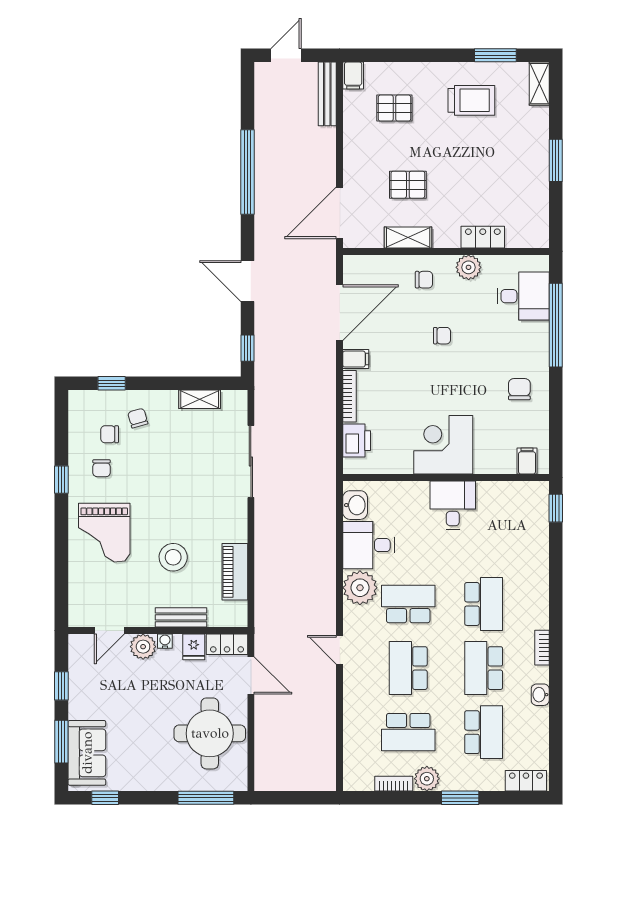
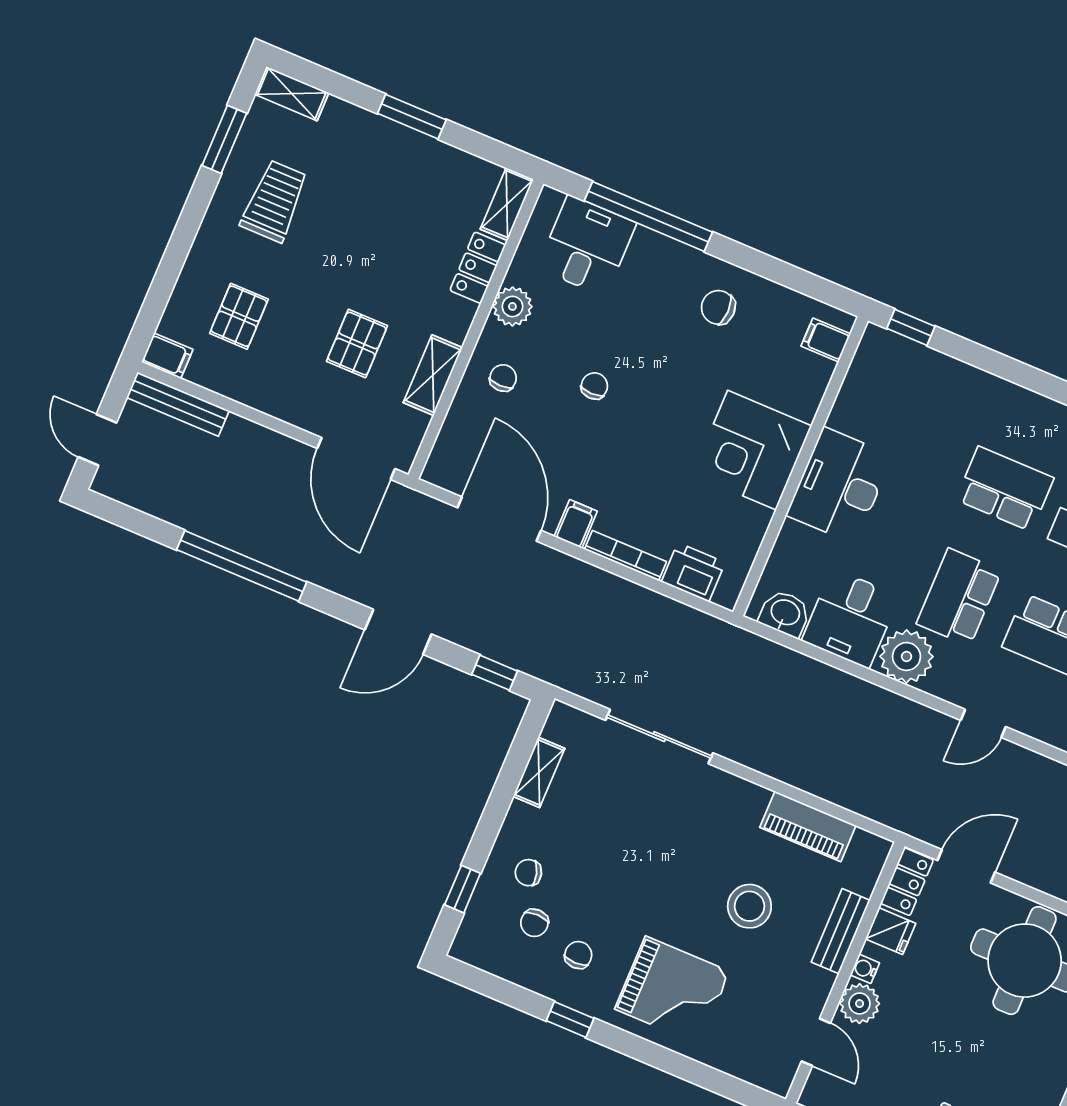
shelving: (528, 238) -> (507, 204), added
chair: (102, 468) -> (578, 955), turned -90
desk: (453, 505) -> (839, 485), width x1.37

